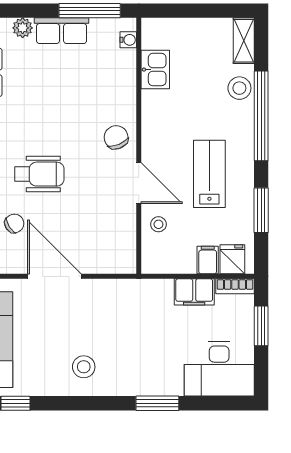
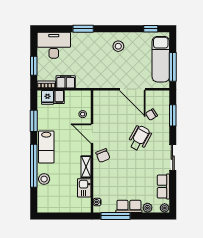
shelving: (244, 41) -> (86, 167), moved
wheelchair: (39, 174) -> (140, 138), turned 119
lab bench: (209, 174) -> (46, 147), moved

